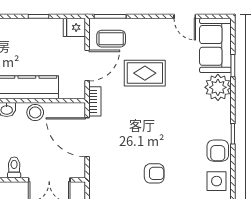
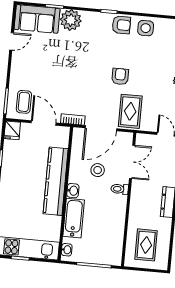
rug: (145, 73) -> (130, 111), moved
stool: (35, 112) -> (98, 170), moved
armchair: (154, 173) -> (120, 76), moved

